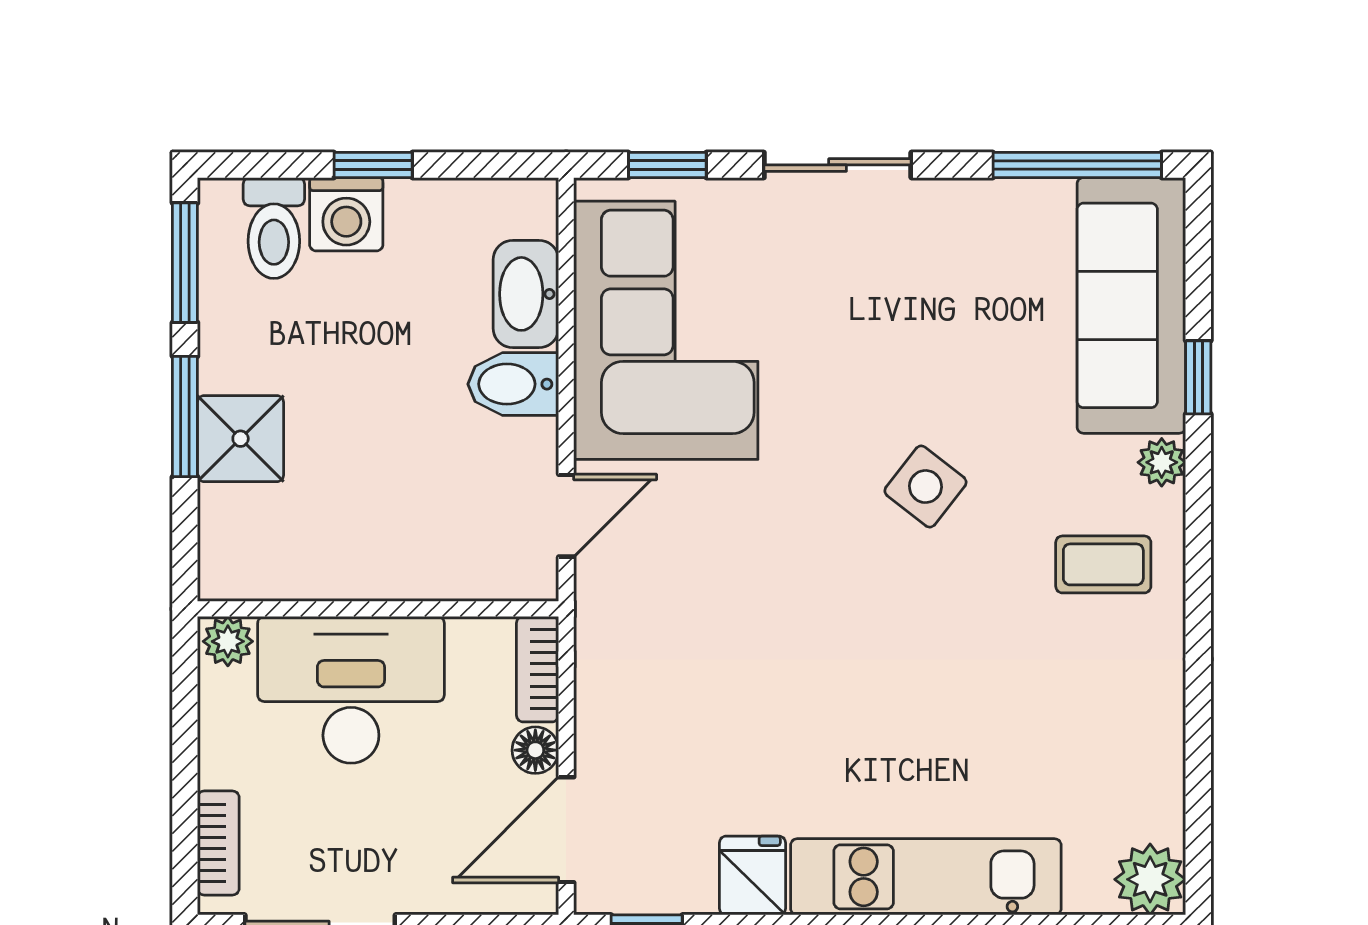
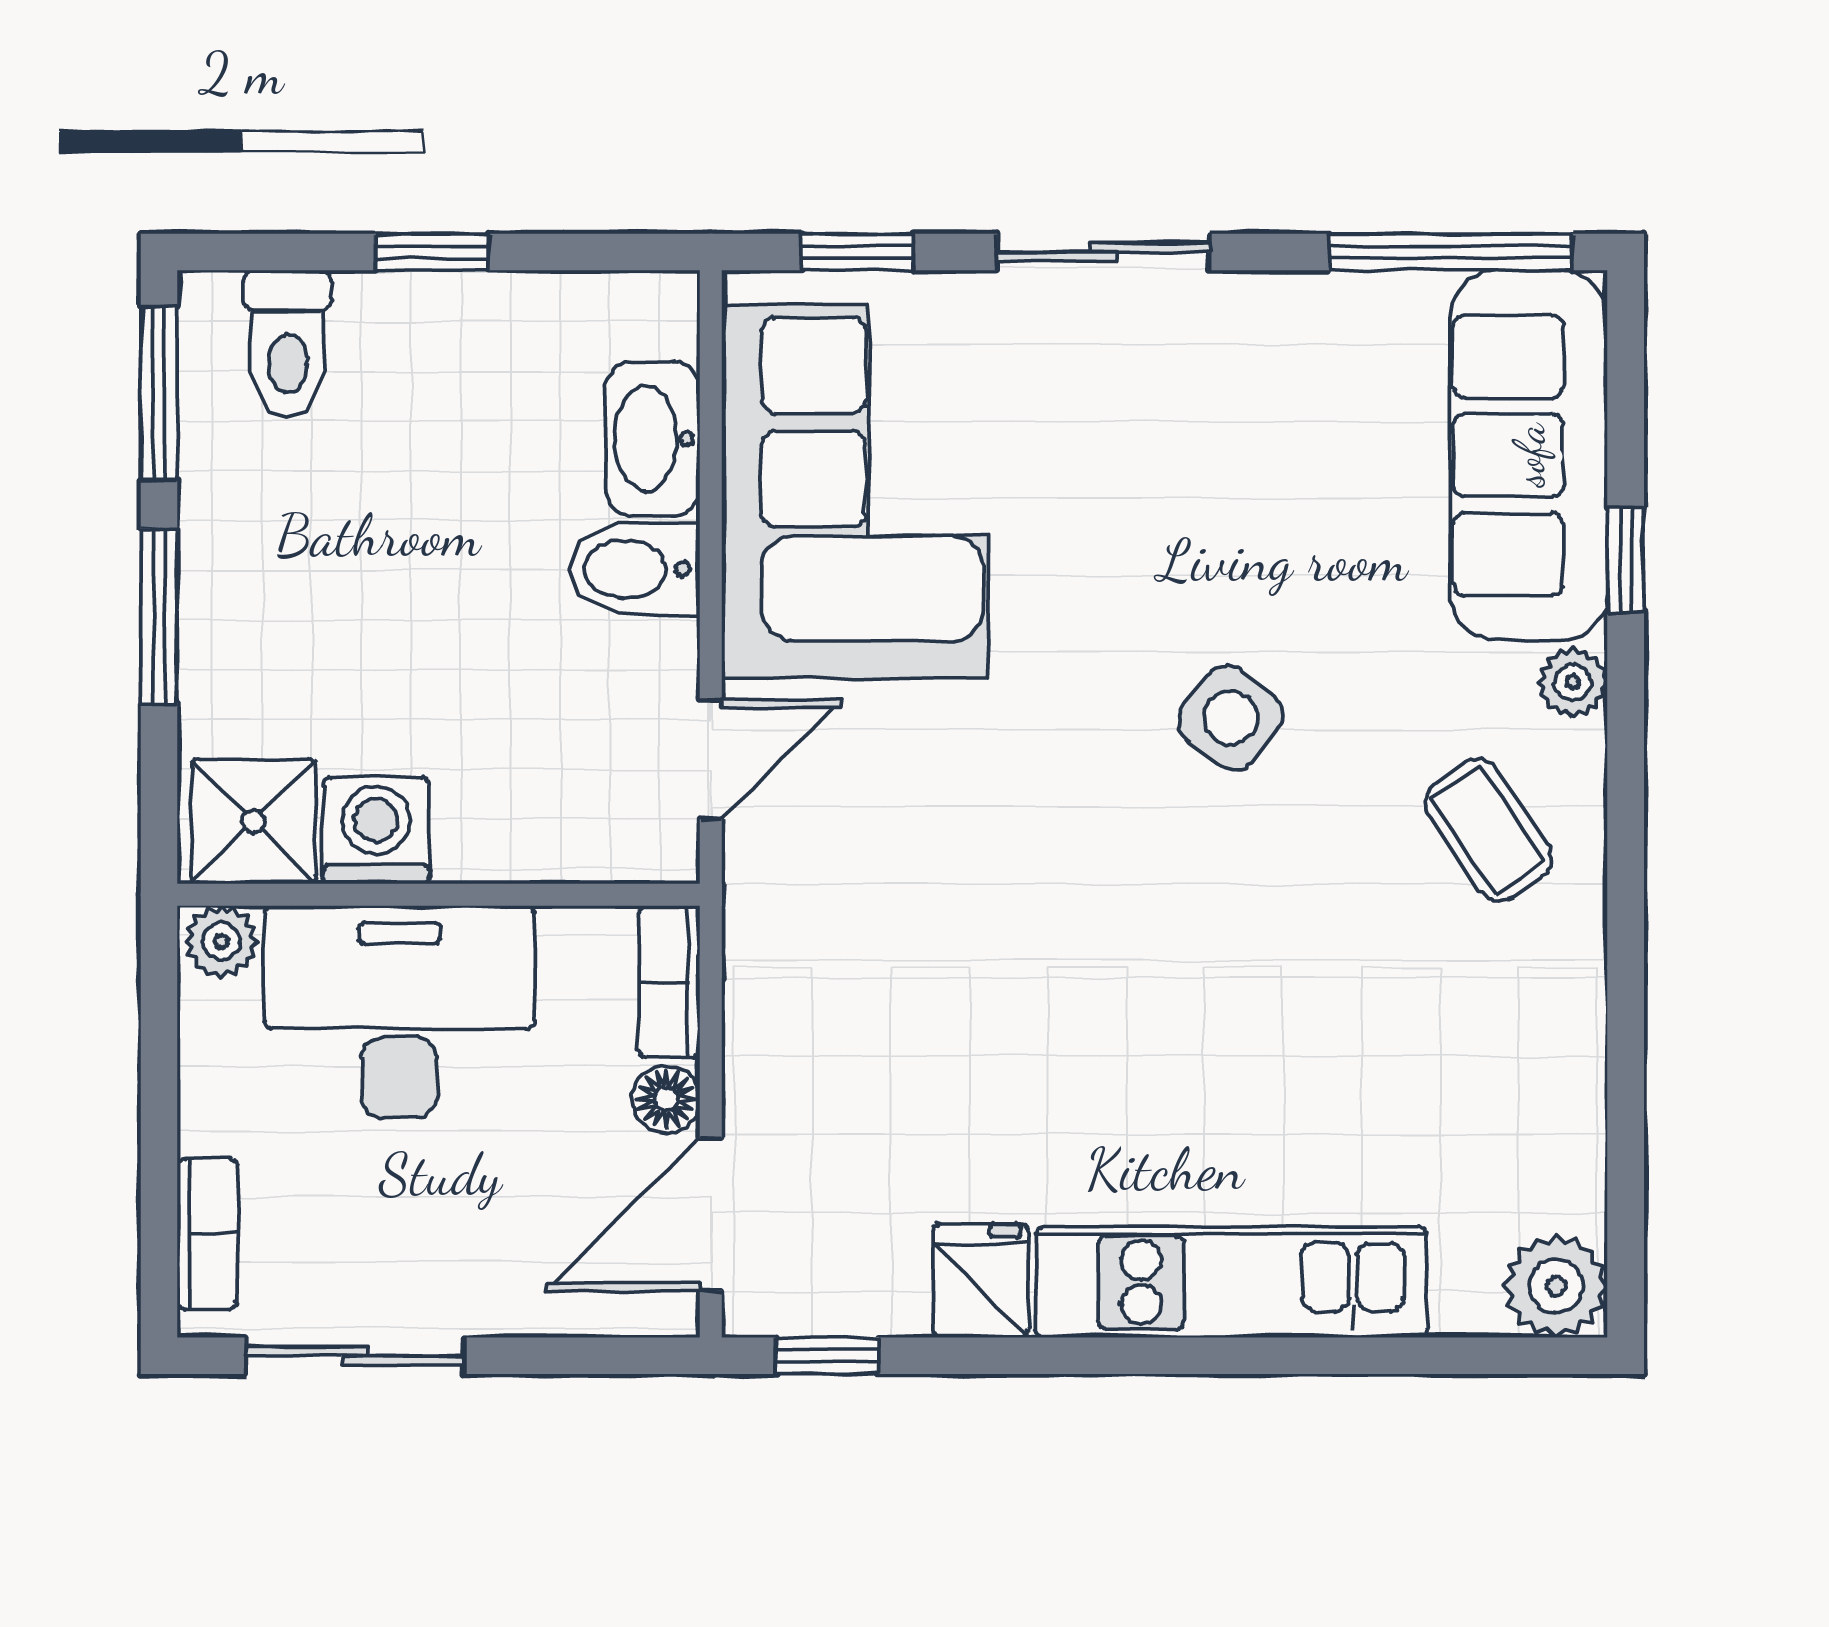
washing machine: (346, 214) -> (376, 831), moved, turned 180
shower: (241, 439) -> (253, 821), moved
coffee table: (1103, 564) -> (1488, 830), turned 56

